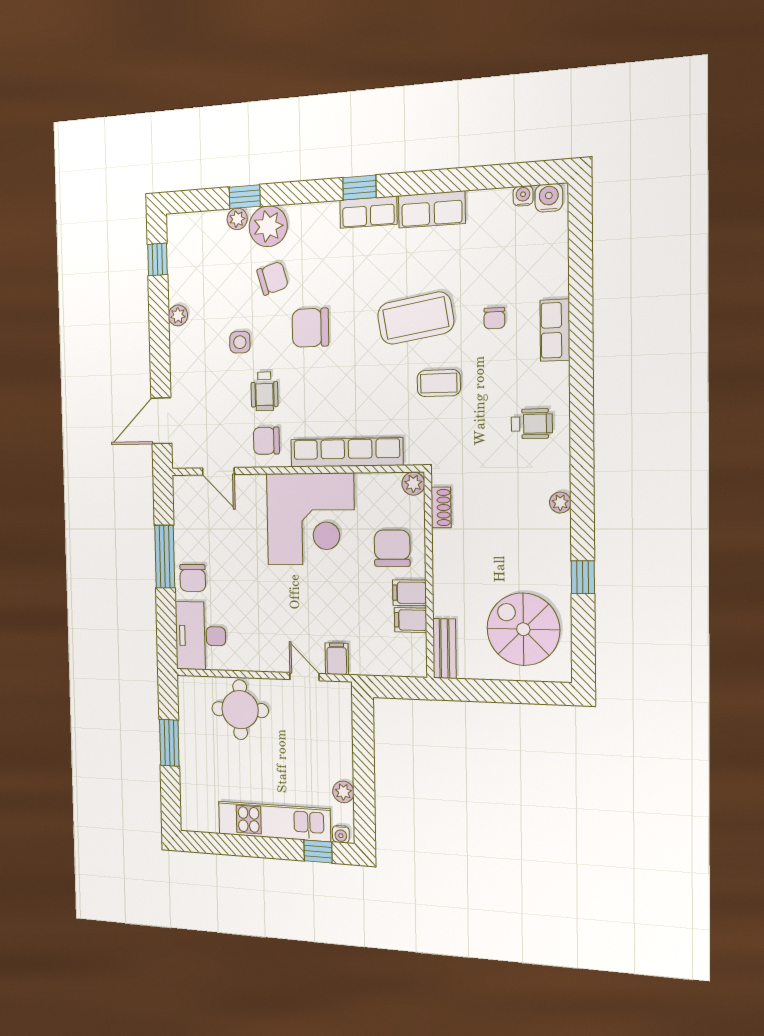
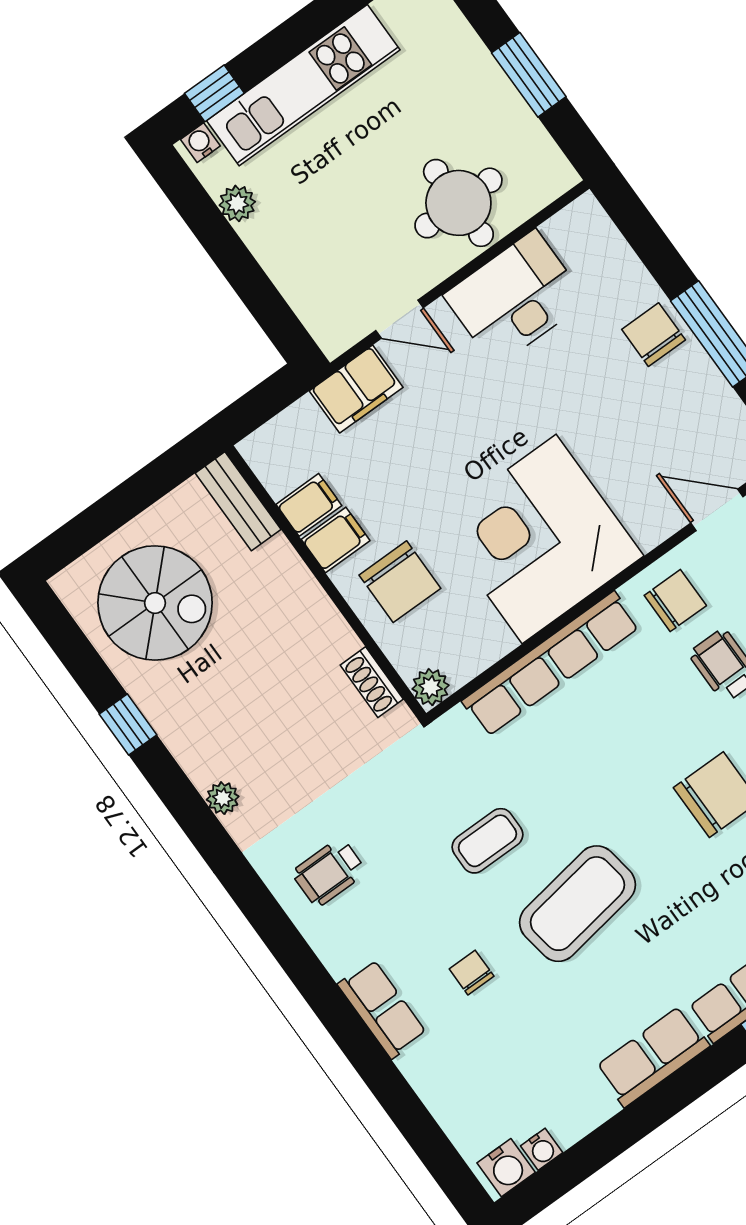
desk: (201, 636) -> (515, 298), moved, turned -90
filing cabinet: (337, 659) -> (356, 389), width x2.00

